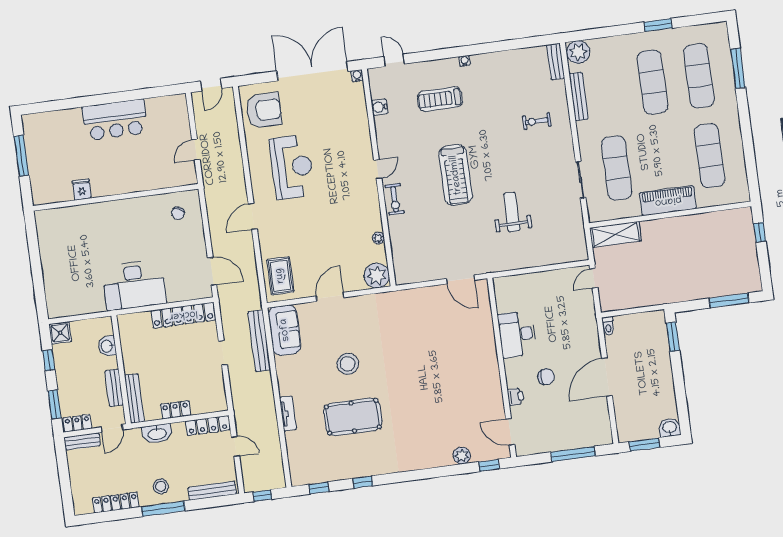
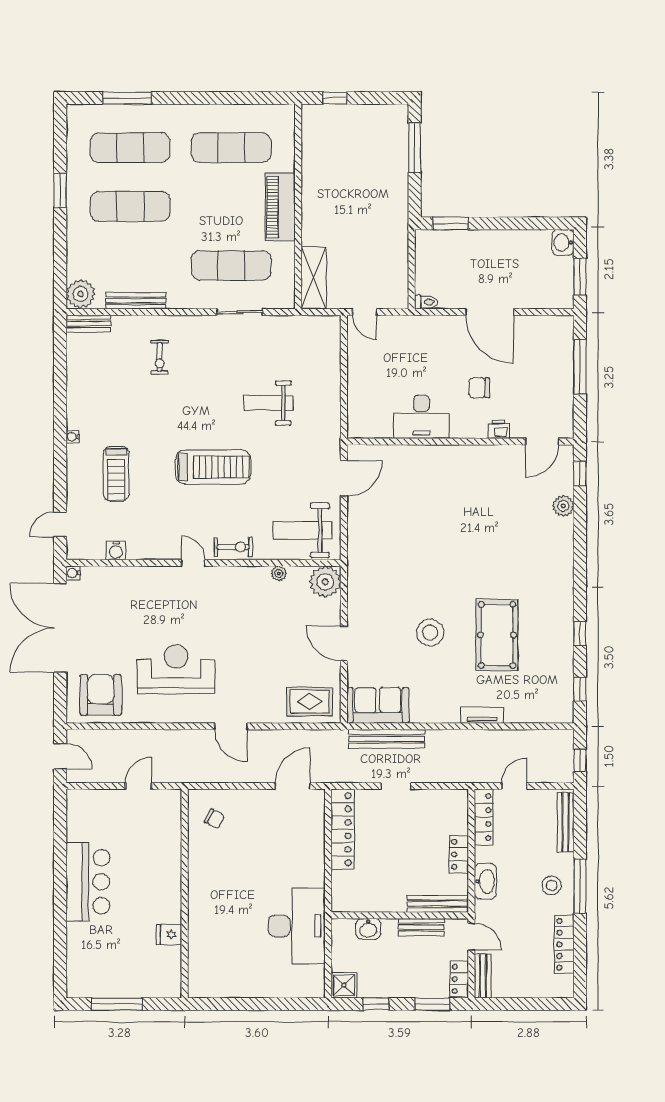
door: (196, 150) -> (138, 786), swing flipped
weight bench: (415, 252) -> (302, 530), added
desk: (134, 285) -> (297, 926), moved
chair: (546, 377) -> (479, 388), turned -90

